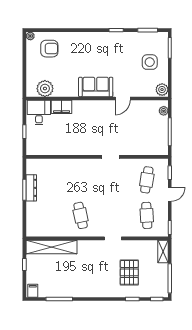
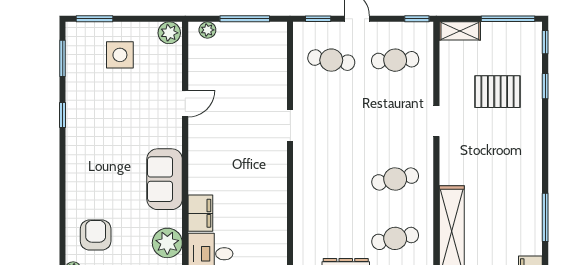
sofa: (96, 87) -> (165, 179), moved
door: (123, 98) -> (185, 103), hinge flipped
cafe table: (47, 215) -> (395, 238), added

